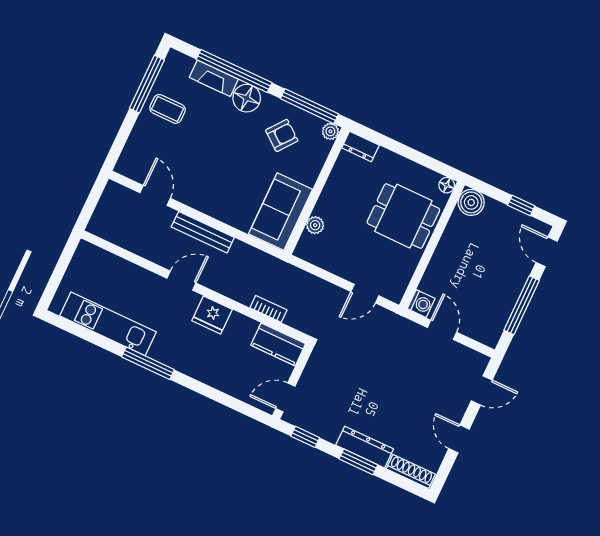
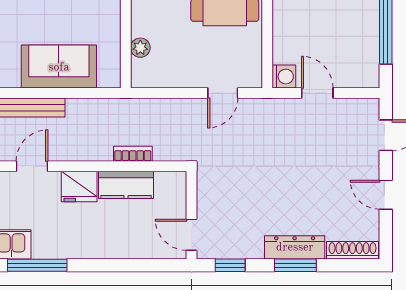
sofa: (280, 212) -> (59, 67), moved, turned 90
kitchen counter: (278, 344) -> (126, 185), moved
door: (285, 397) -> (192, 235), hinge flipped

